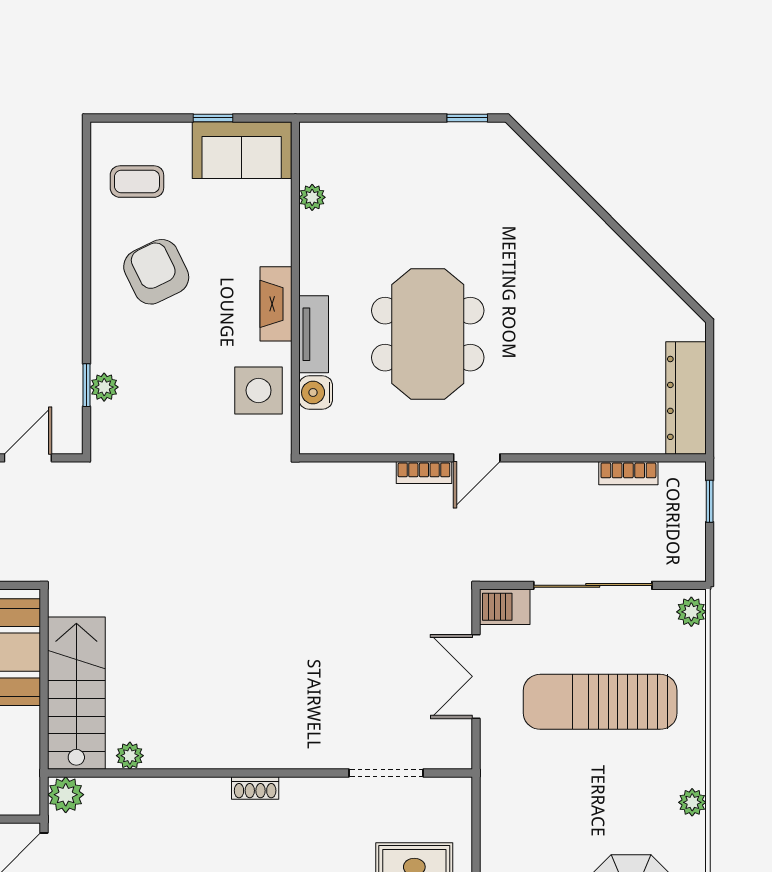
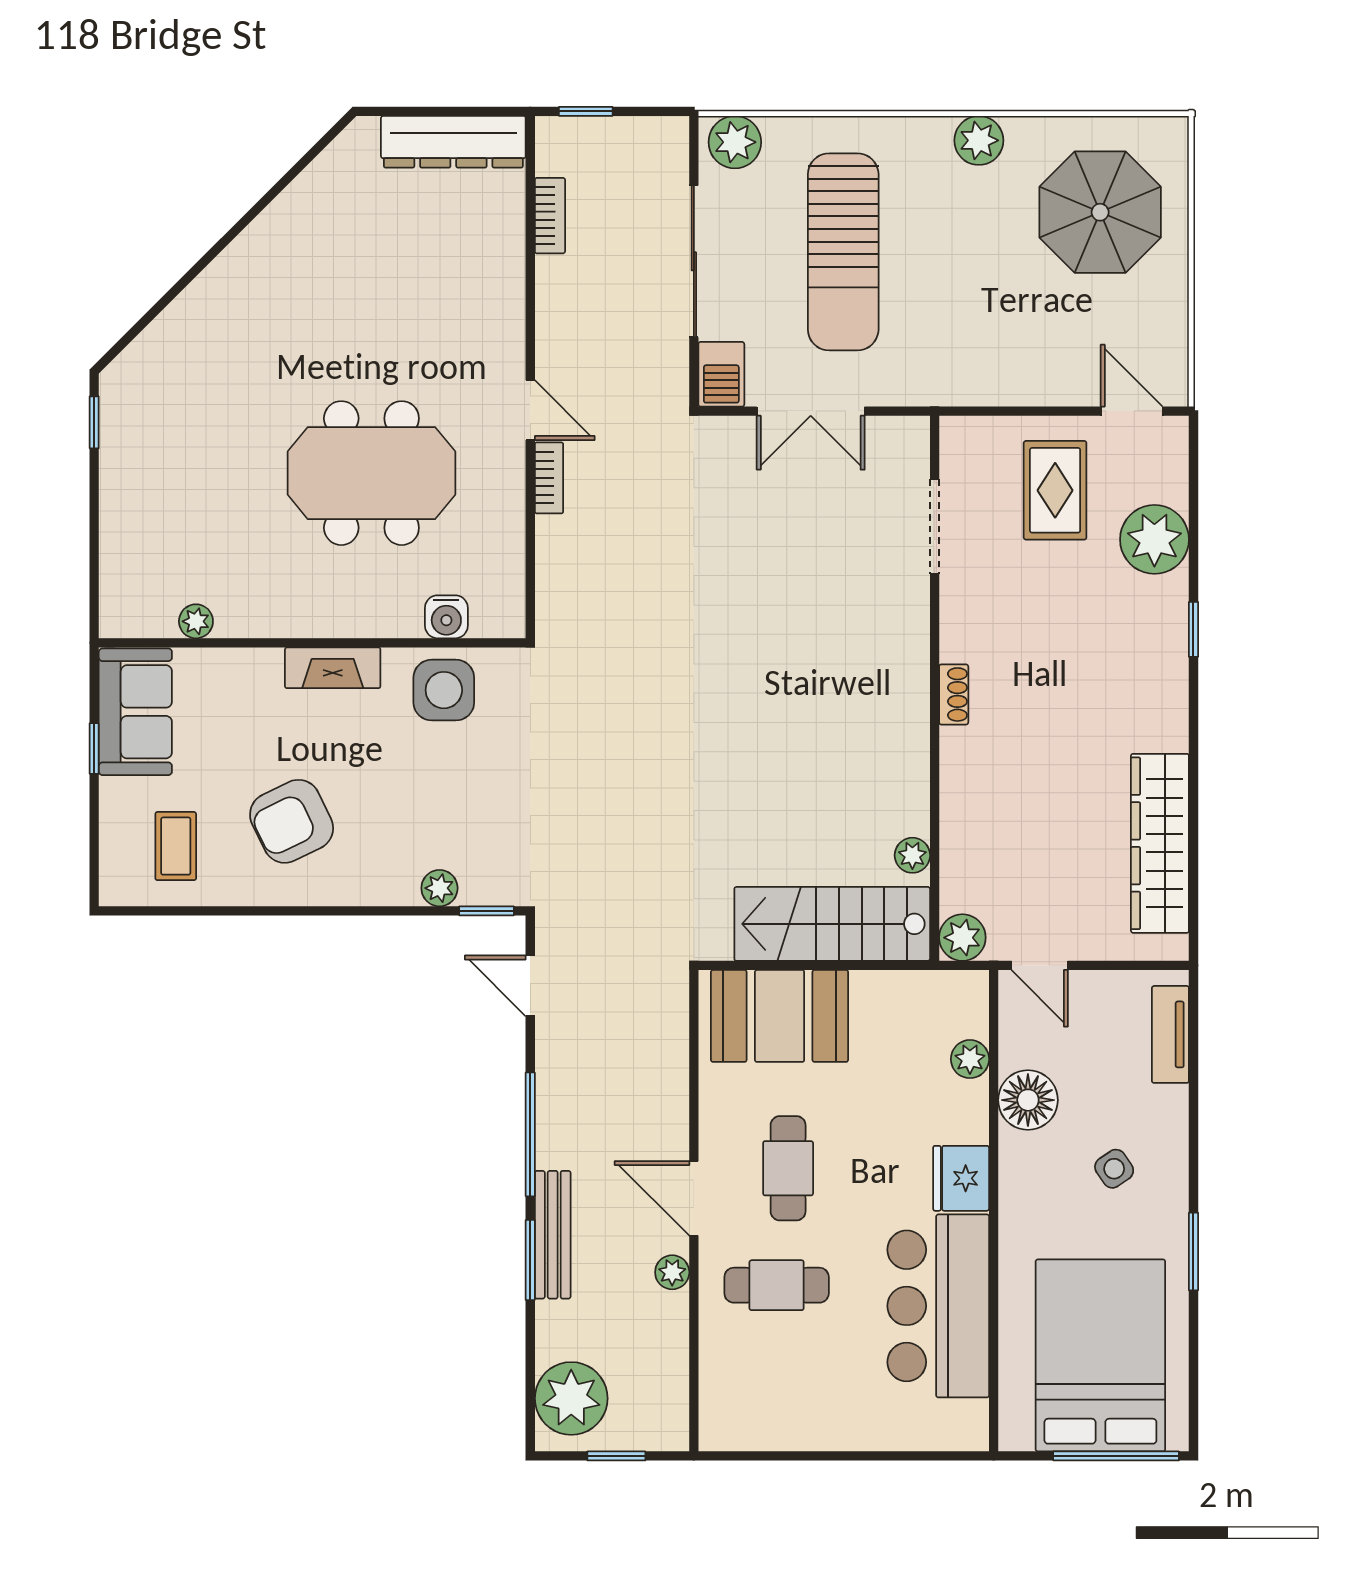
tv unit: (314, 334) -> (372, 619), removed
window: (86, 385) -> (486, 911), moved
plant: (691, 612) -> (735, 142), width x1.38, depth x1.38
plant: (692, 802) -> (979, 140), width x1.38, depth x1.38

